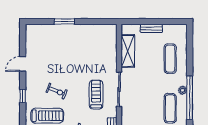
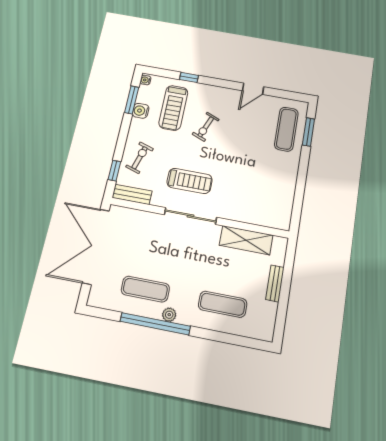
window: (64, 22) -> (308, 132), moved
exercise mat: (48, 37) -> (286, 129), added
door: (23, 64) -> (253, 89), swing flipped
window: (23, 96) -> (189, 77), moved

